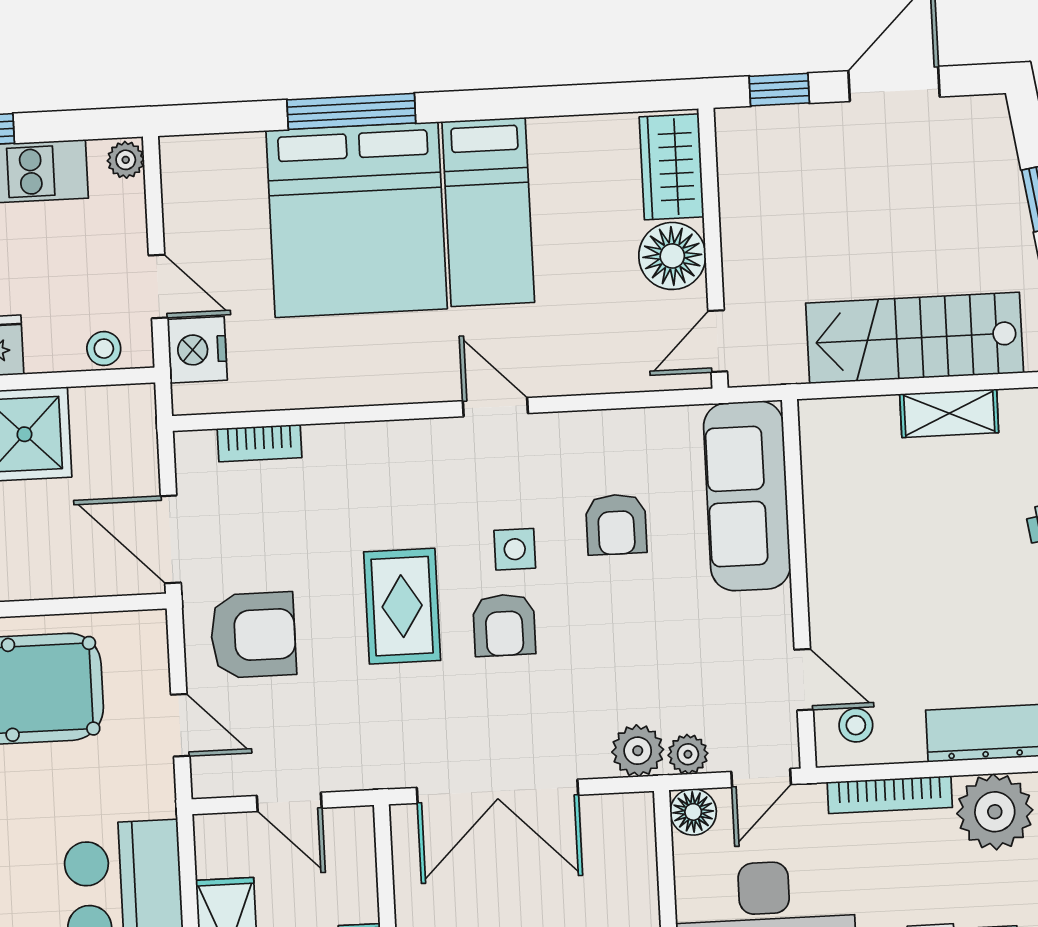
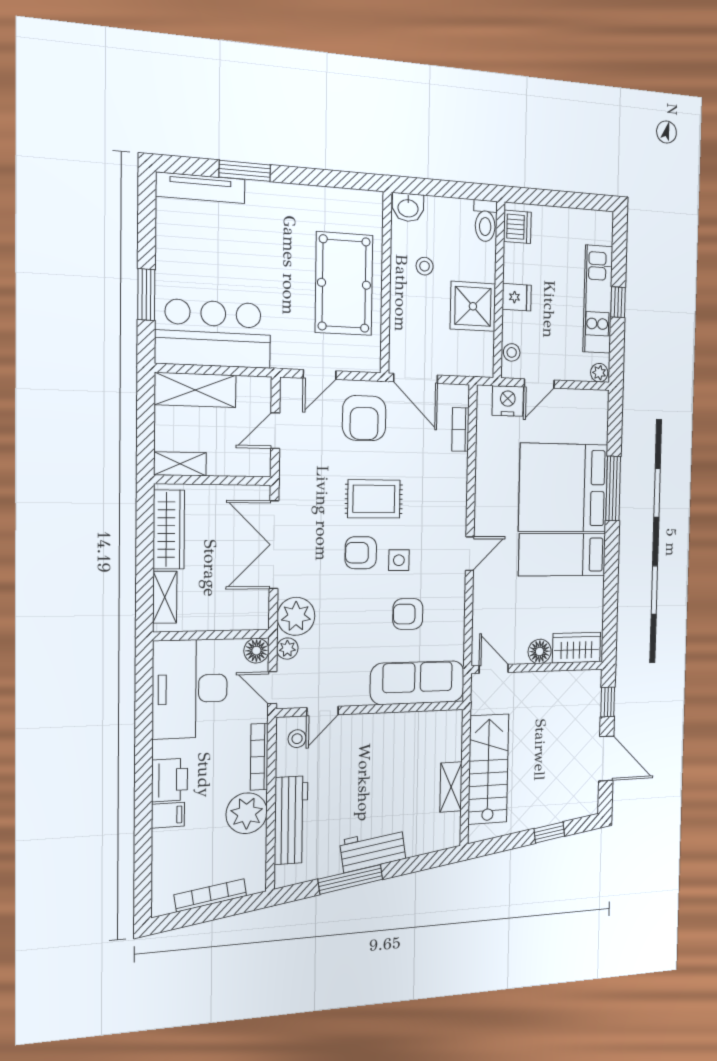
floor lamp: (672, 256) -> (540, 651), width x0.73, depth x0.73
door: (171, 539) -> (416, 378), swing flipped
plant: (638, 751) -> (296, 616), width x1.36, depth x1.36

